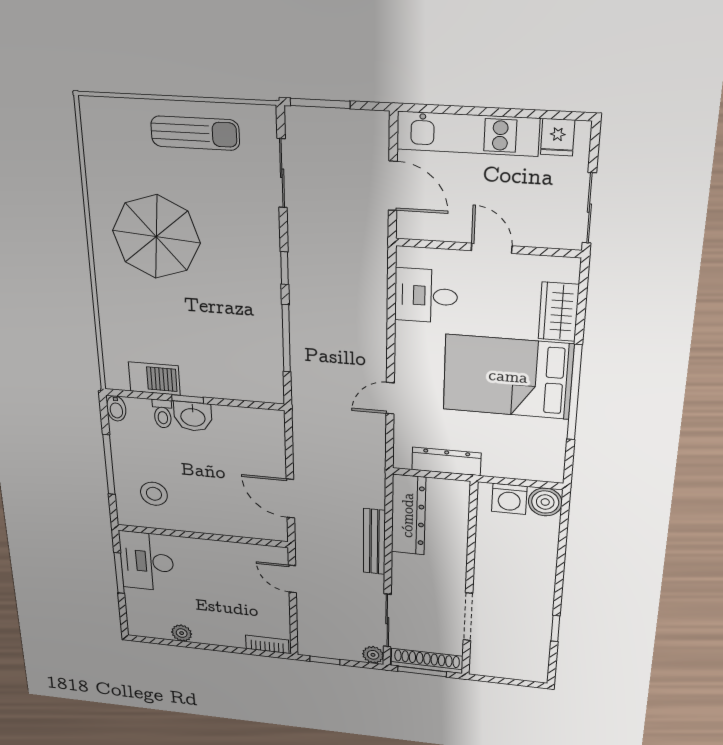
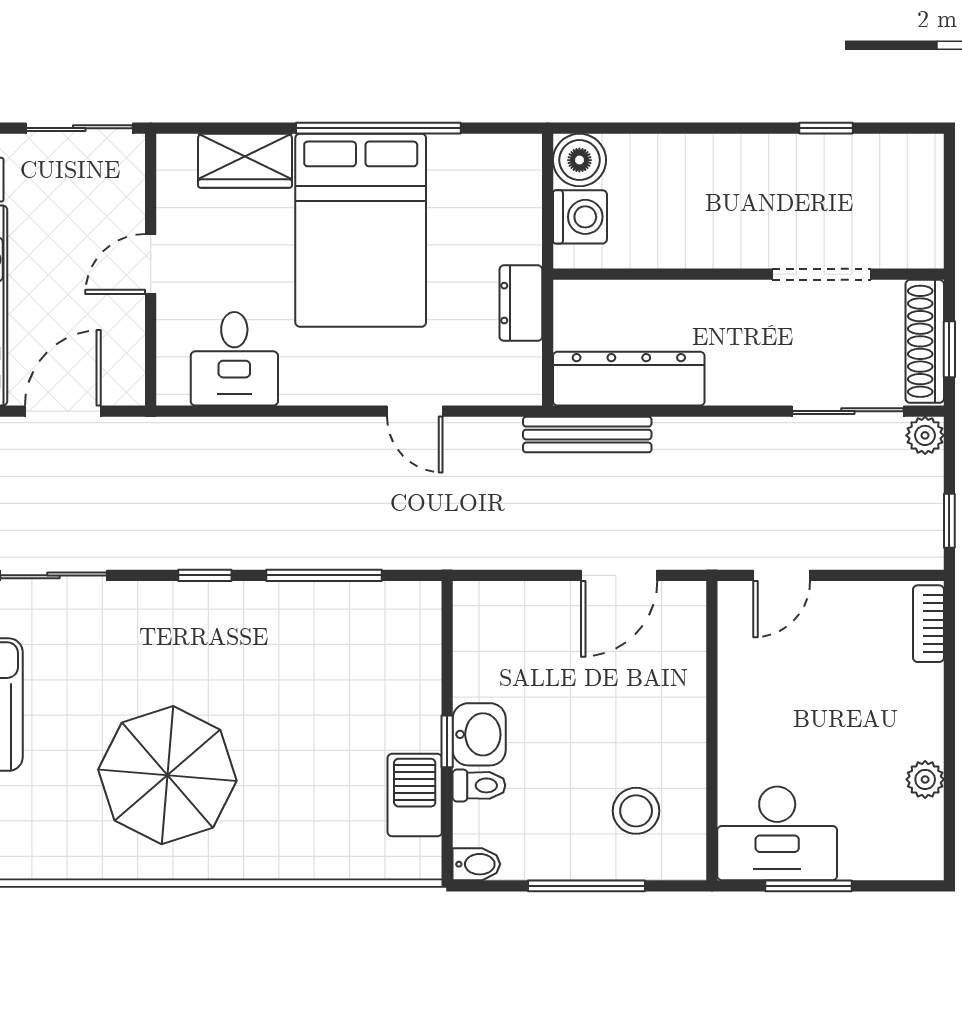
dresser: (446, 461) -> (521, 303), width x0.70
bench: (374, 542) -> (587, 435), moved
window: (422, 671) -> (949, 349), width x0.67

